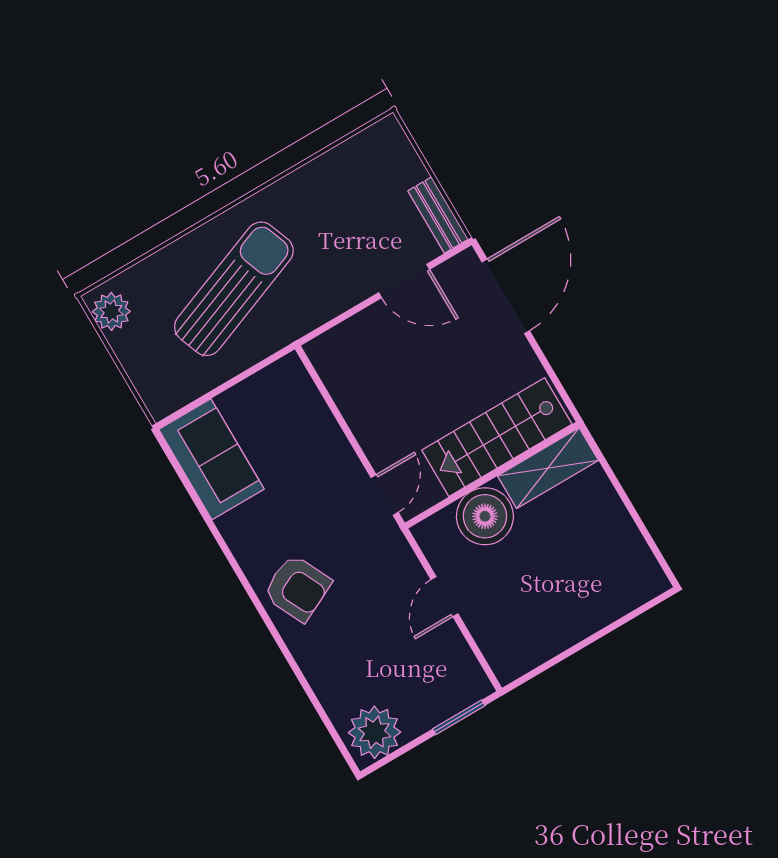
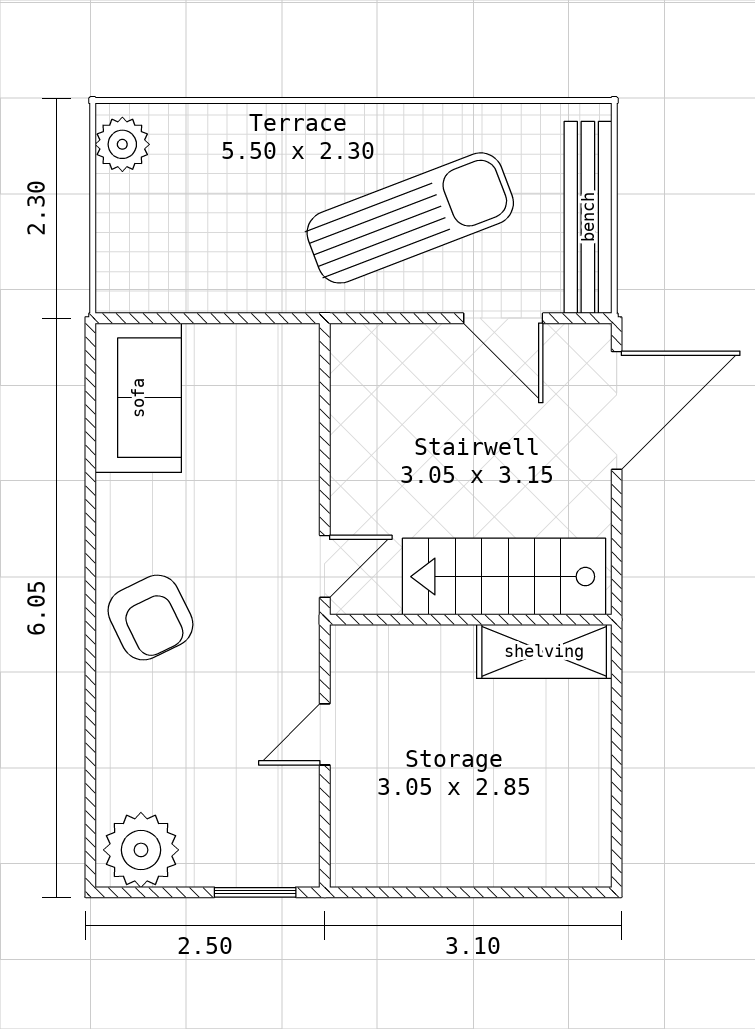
bench: (438, 215) -> (588, 217), width x1.86, depth x1.21
sun lounger: (234, 289) -> (410, 218), moved
boiler: (485, 516) -> (432, 665), removed

